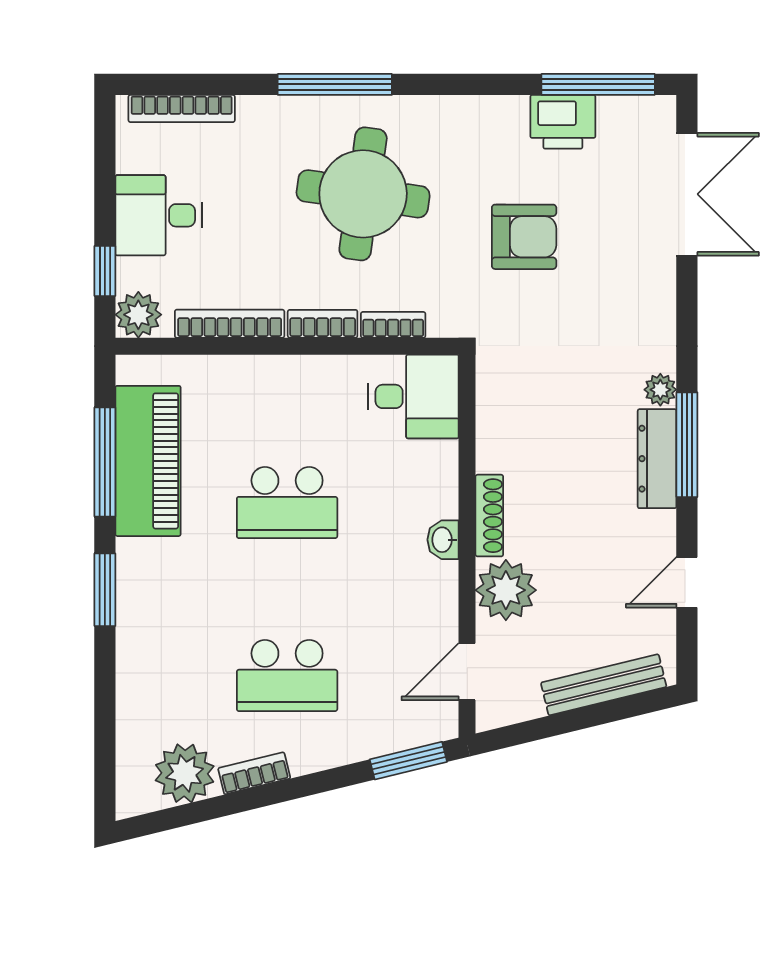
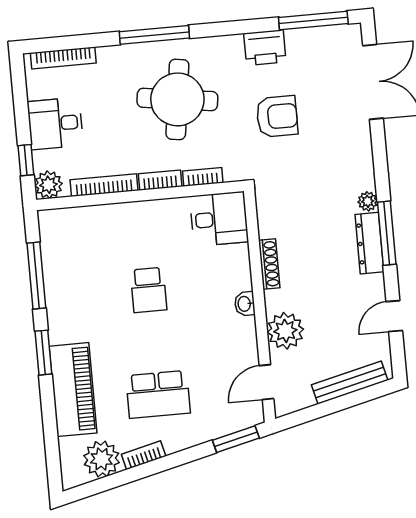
printer: (563, 122) -> (265, 48), moved
piano: (148, 461) -> (73, 390), moved
school desk: (287, 503) -> (149, 290), width x0.54
shoe rack: (489, 516) -> (269, 264), moved

